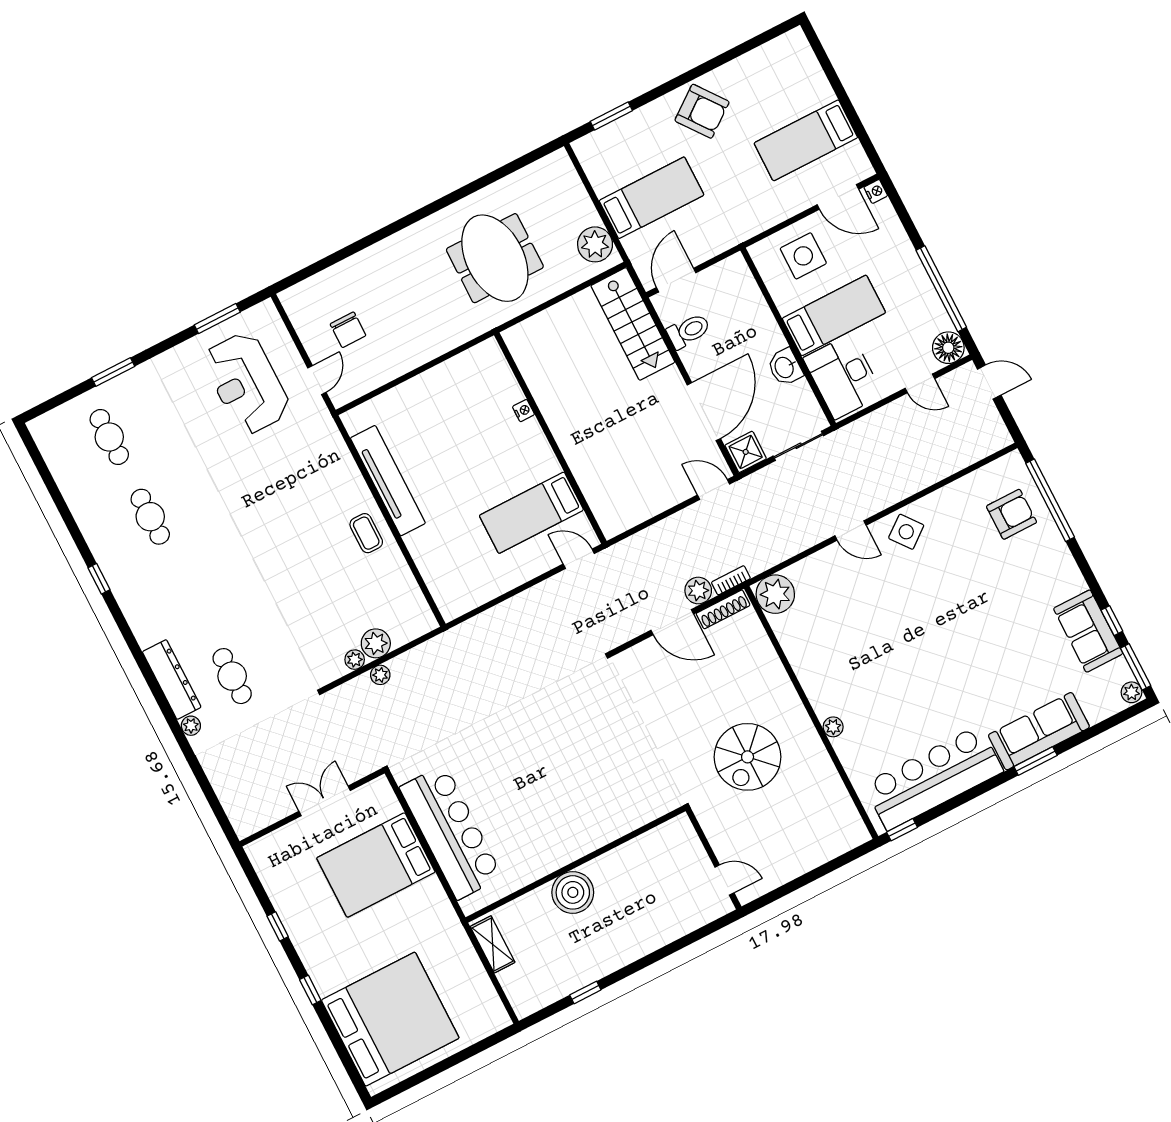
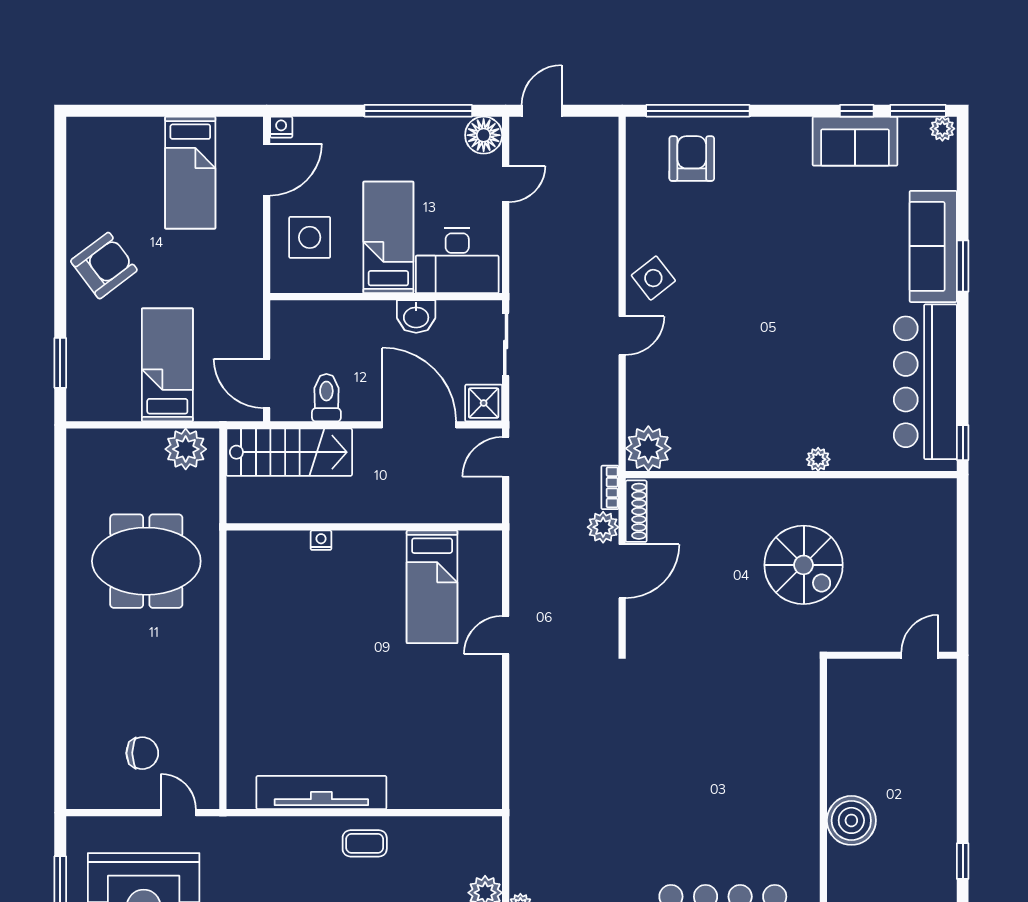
nightstand: (523, 411) -> (321, 540), moved
wall: (550, 438) -> (364, 527), moved
bed: (531, 513) -> (432, 587), moved

